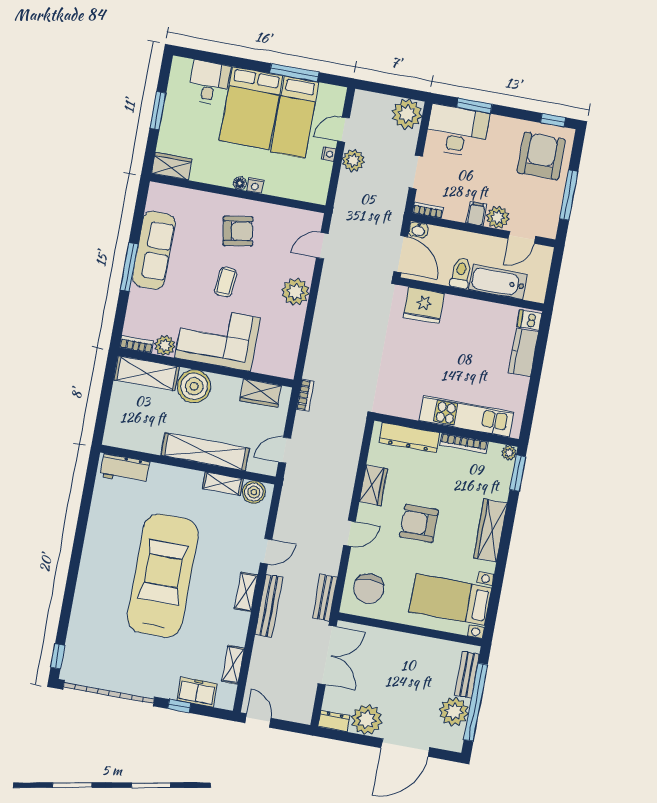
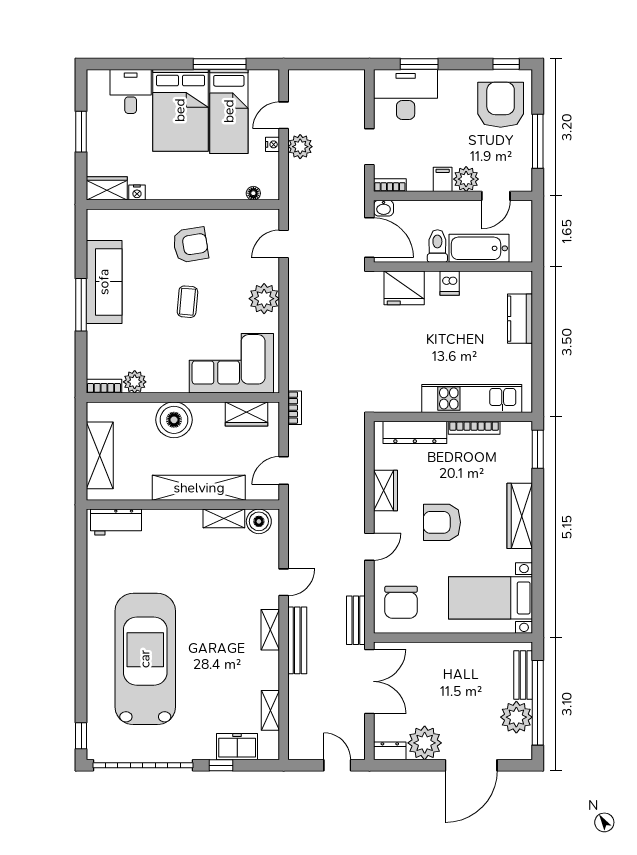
plant: (407, 114) -> (348, 86), removed
floor lamp: (240, 183) -> (253, 193), moved
nightstand: (255, 185) -> (137, 193), moved
dishwasher: (529, 320) -> (450, 283), moved, turned -90
corner sofa: (218, 338) -> (231, 363), moved
shelving: (147, 373) -> (100, 455), moved, turned 90
plant: (509, 453) -> (524, 429), removed
car: (163, 576) -> (145, 659), moved
door: (258, 721) -> (337, 765), moved

